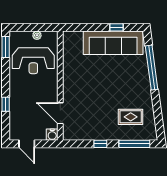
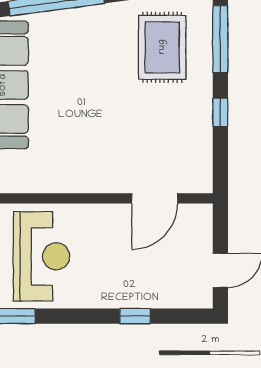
rug: (131, 117) -> (162, 47), width x1.36, depth x1.43
water cooler: (52, 135) -> (200, 216), removed

